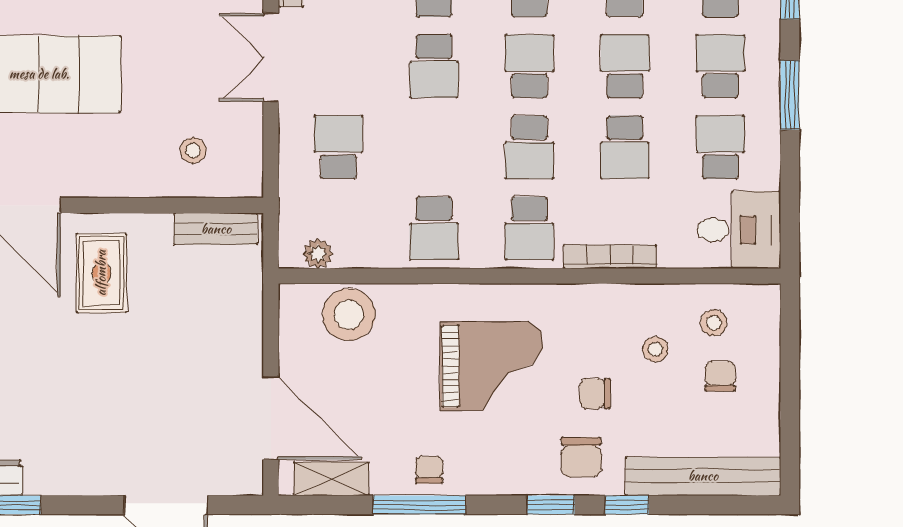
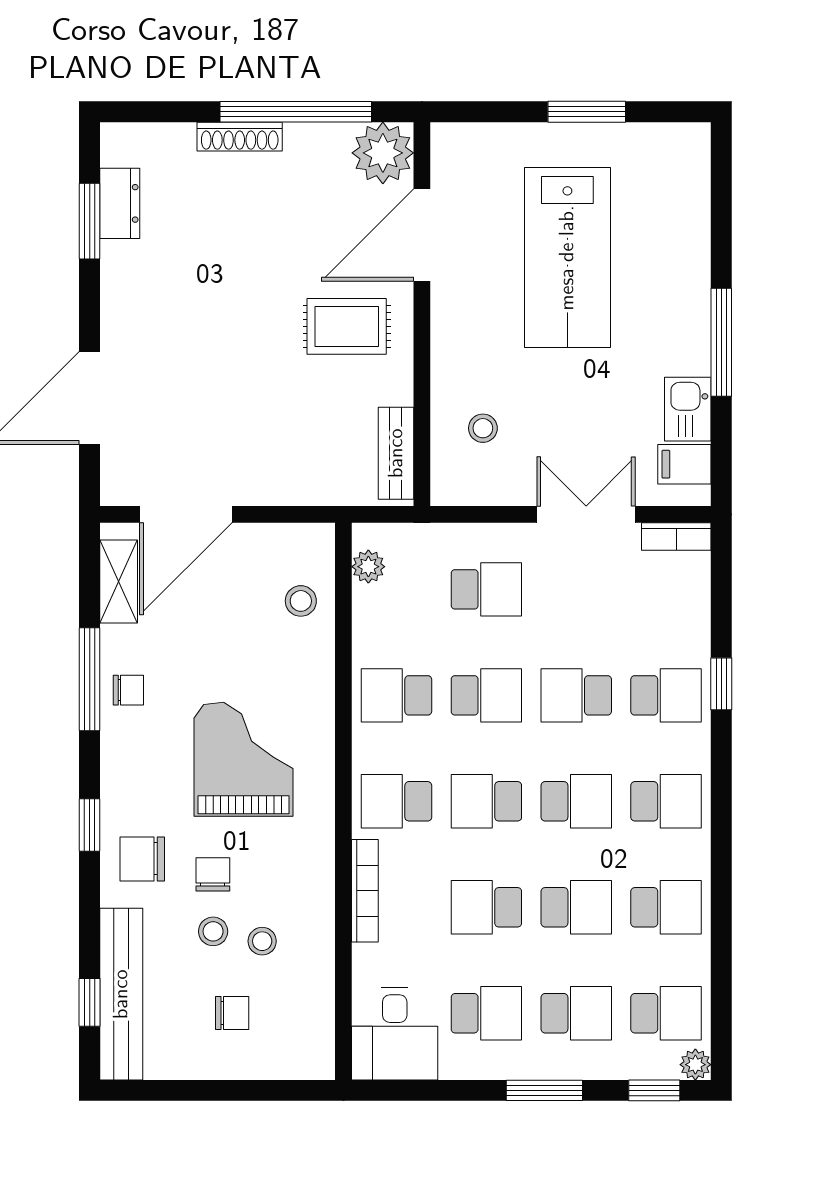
school desk: (434, 147) -> (486, 695), added
stool: (349, 314) -> (301, 601), width x0.53, depth x0.53
stool: (714, 323) -> (213, 931), moved
grand piano: (491, 366) -> (243, 759), turned 180
window: (627, 505) -> (90, 1002), moved

